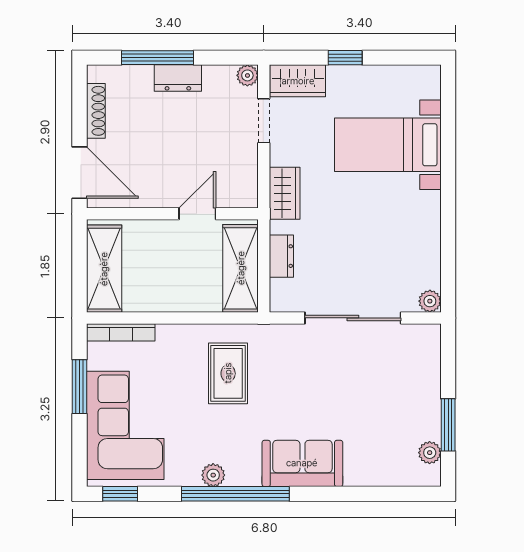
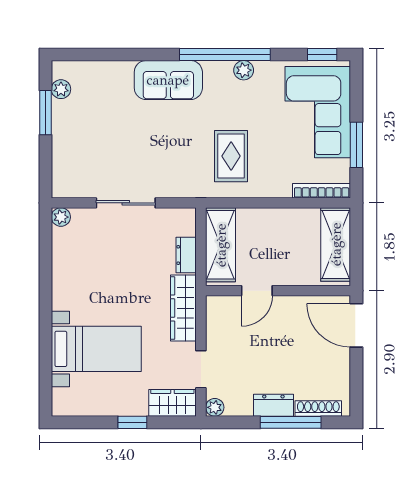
shoe rack: (96, 111) -> (318, 409), moved, turned 90
wardrobe: (285, 193) -> (183, 308), width x1.50
sliding door: (353, 318) -> (126, 203), width x0.73

